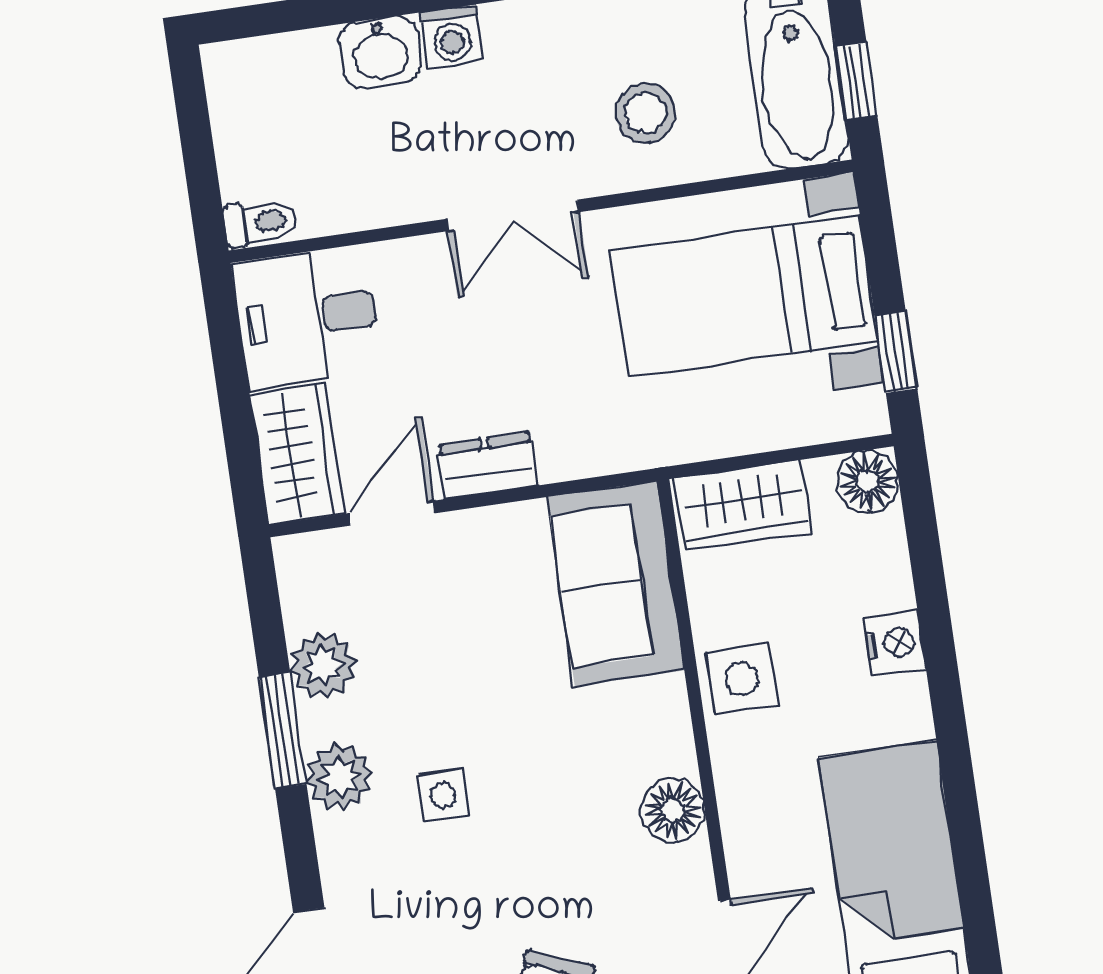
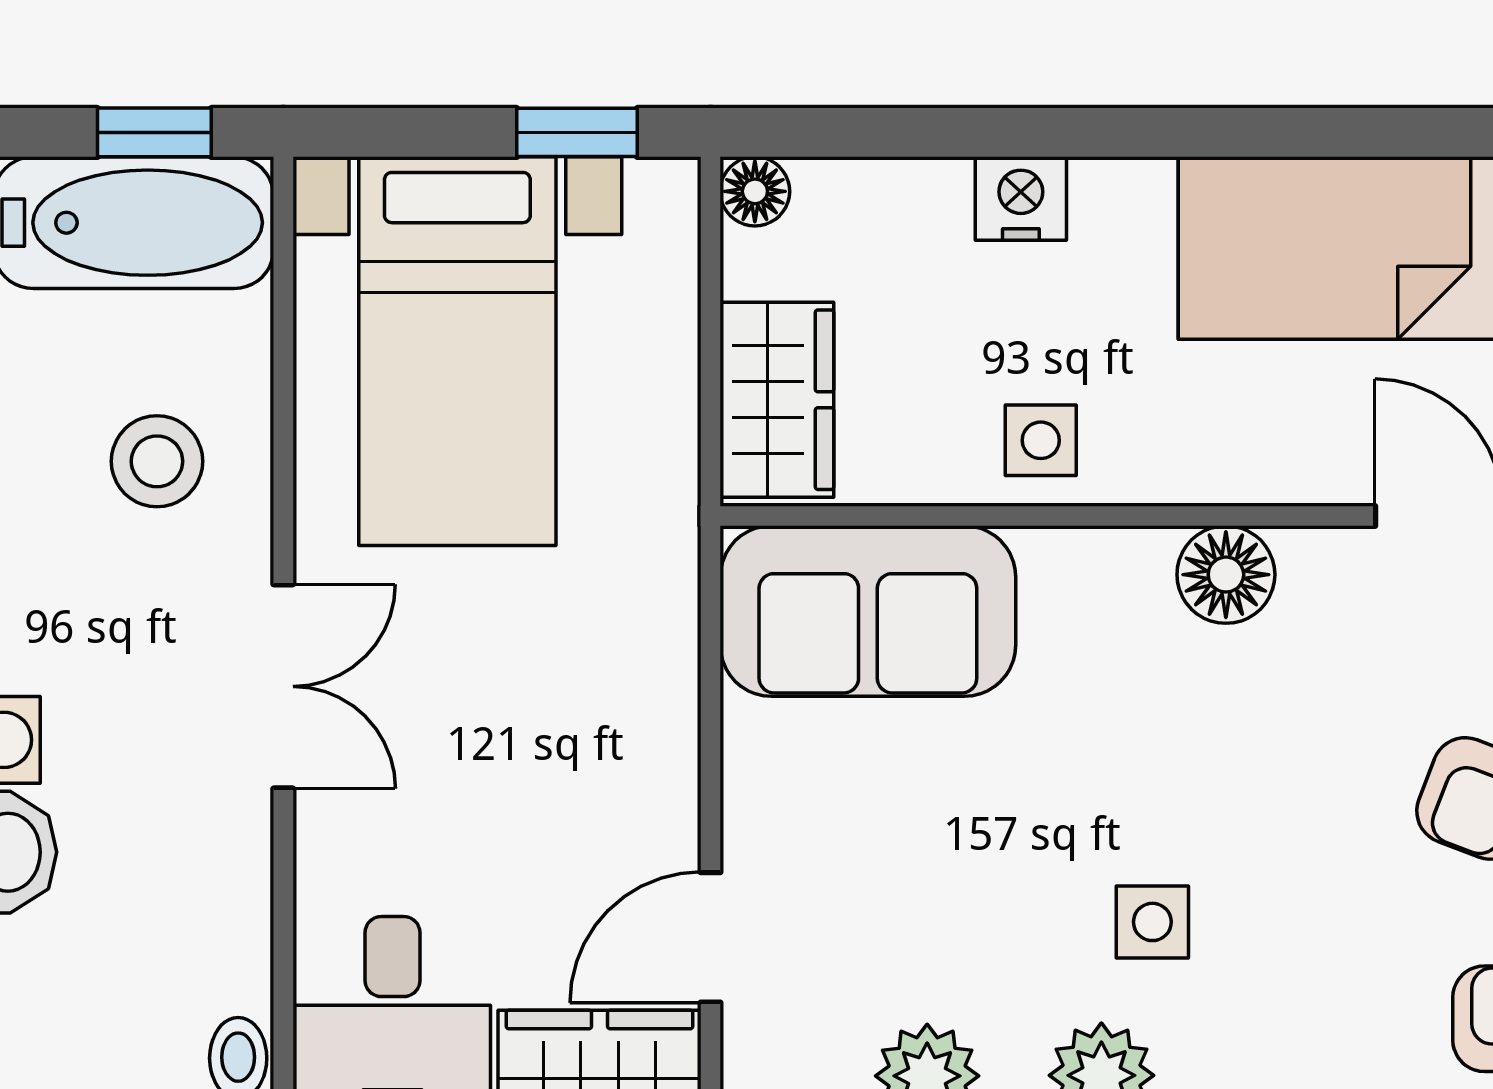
dresser: (487, 465) -> (659, 781), removed
floor lamp: (868, 481) -> (755, 191), width x0.73, depth x0.73
door: (392, 513) -> (711, 937), hinge flipped
side table: (742, 679) -> (1041, 440), width x0.73, depth x0.73

